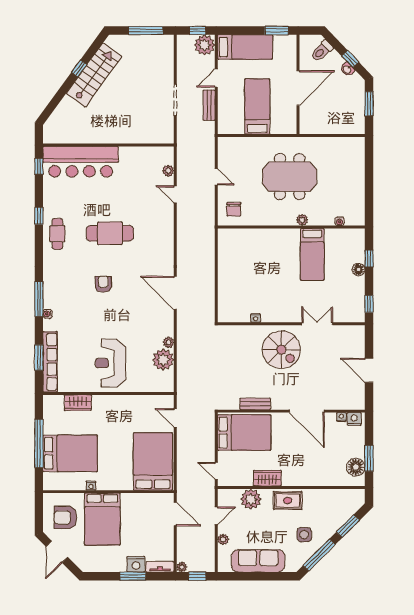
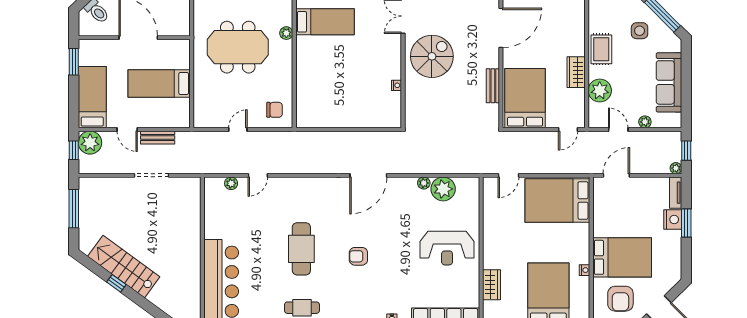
meeting table: (290, 177) -> (238, 47), turned 90

